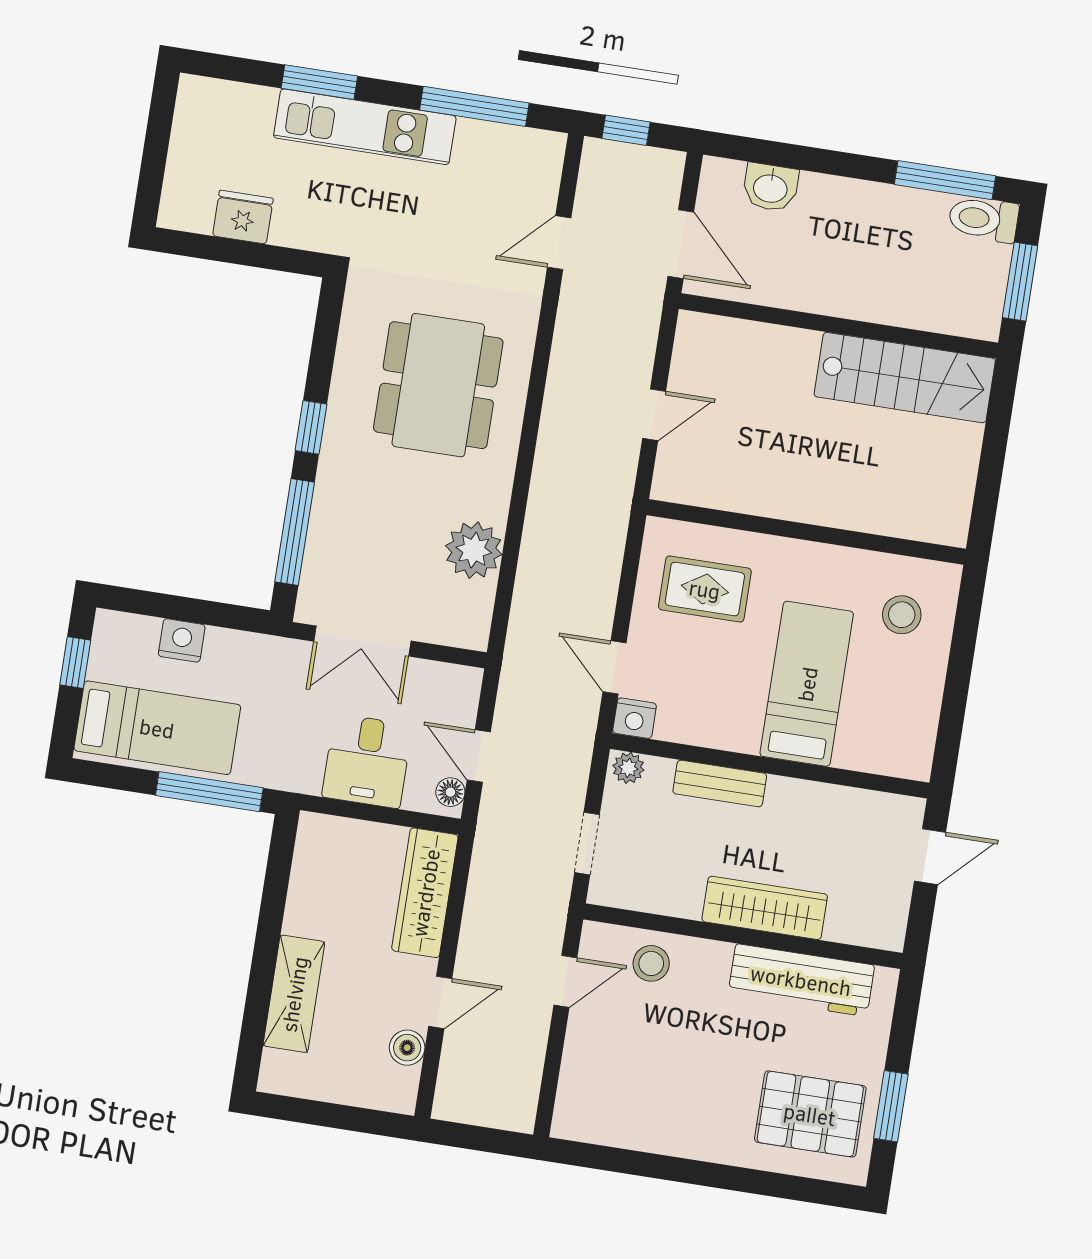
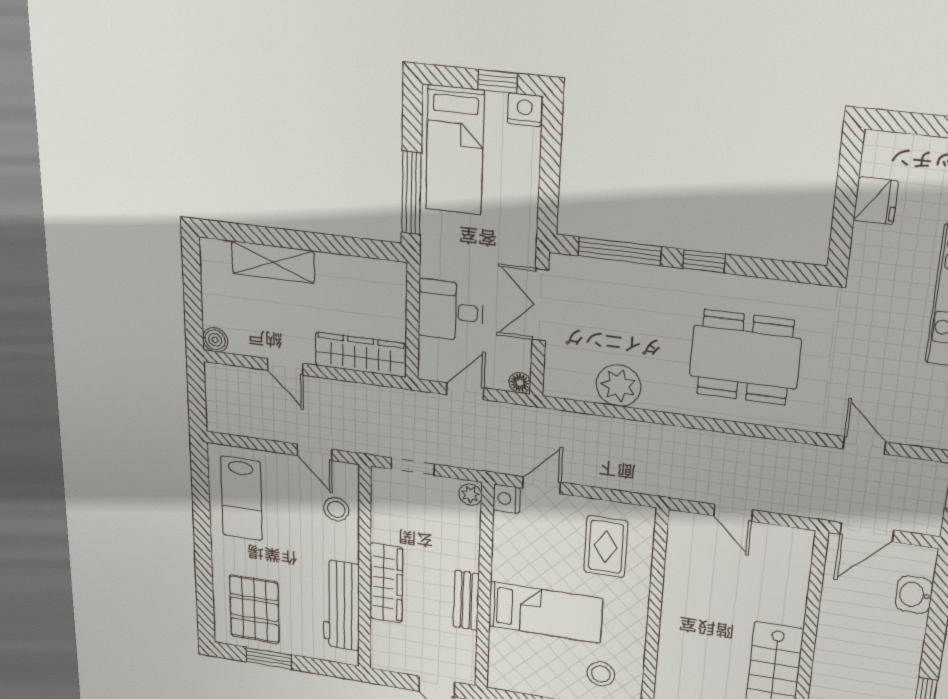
nightstand: (182, 640) -> (525, 110), moved, turned -90
bench: (720, 784) -> (466, 600), moved
floor lamp: (450, 792) -> (520, 383), moved
boiler: (407, 1048) -> (215, 340), moved
lab bench: (635, 1101) -> (242, 498), added

